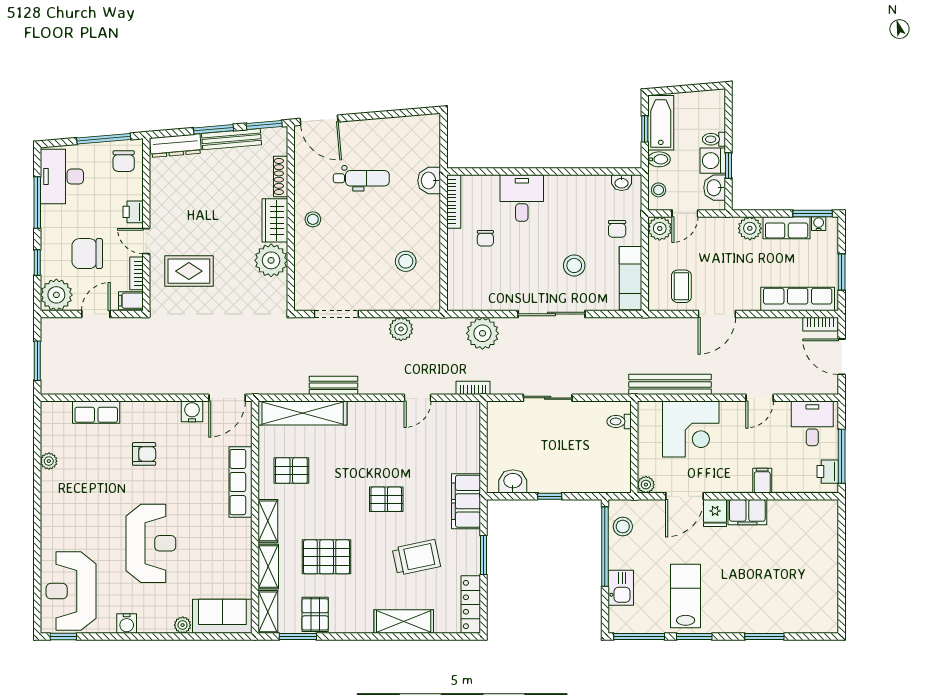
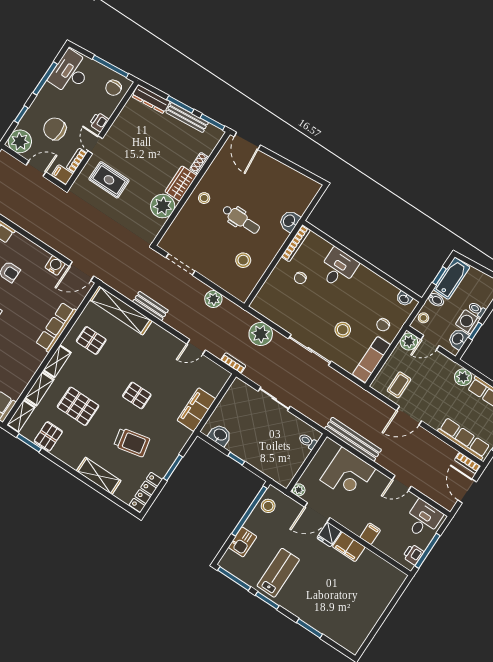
shoe rack: (281, 177) -> (199, 163), width x0.70
dental chair: (361, 178) -> (241, 219), moved
filing cabinet: (466, 501) -> (196, 410), moved

